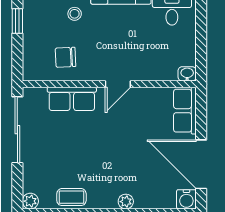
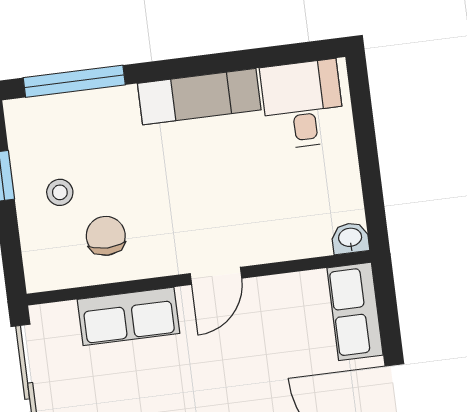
stool: (75, 14) -> (60, 192), moved
chair: (66, 57) -> (106, 236), turned 93

